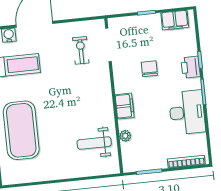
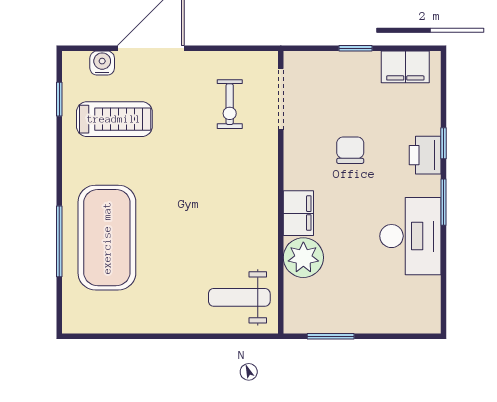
exercise bike: (81, 50) -> (230, 104), turned 180
plant: (125, 136) -> (303, 258), width x1.88, depth x1.88
weight bench: (94, 143) -> (239, 297), moved
bookcase: (186, 162) -> (400, 325), removed

